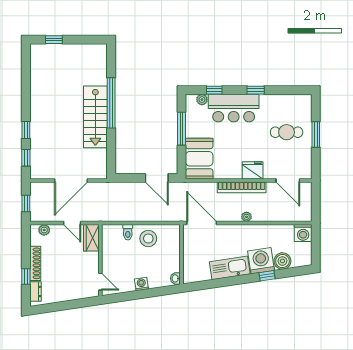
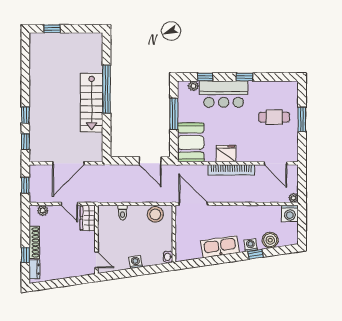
fridge: (253, 170) -> (226, 154), moved
plant: (246, 217) -> (293, 198), moved
stool: (148, 239) -> (155, 214), moved
washing machine: (261, 261) -> (251, 245), width x0.53, depth x0.53

